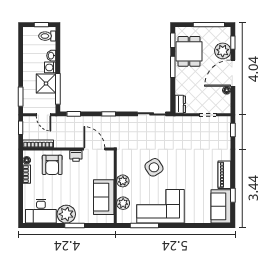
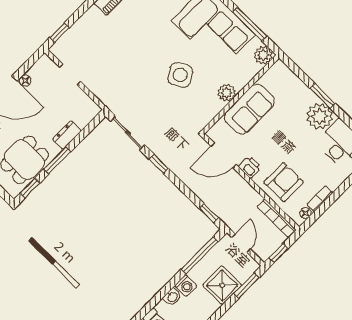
shower: (46, 84) -> (222, 285), moved
dresser: (180, 104) -> (67, 135), moved
window: (109, 114) -> (159, 164), moved
door: (94, 149) -> (224, 155), hinge flipped
sofa: (104, 197) -> (249, 109), moved
plant: (123, 203) -> (263, 55), moved

